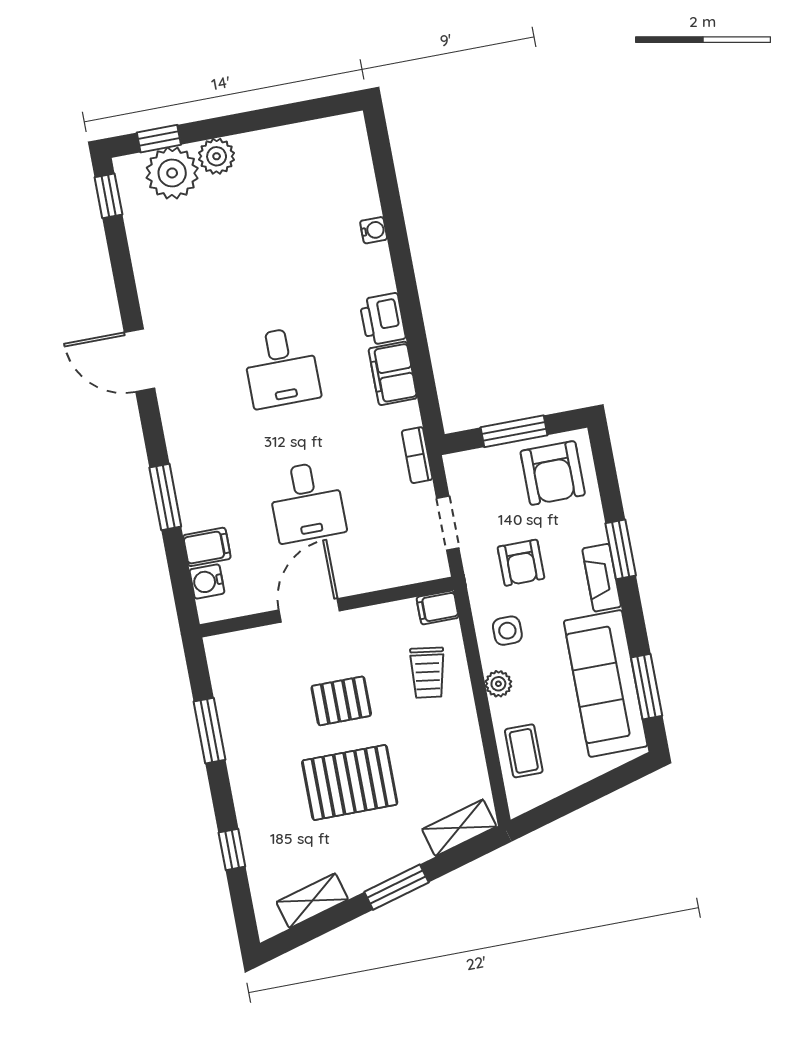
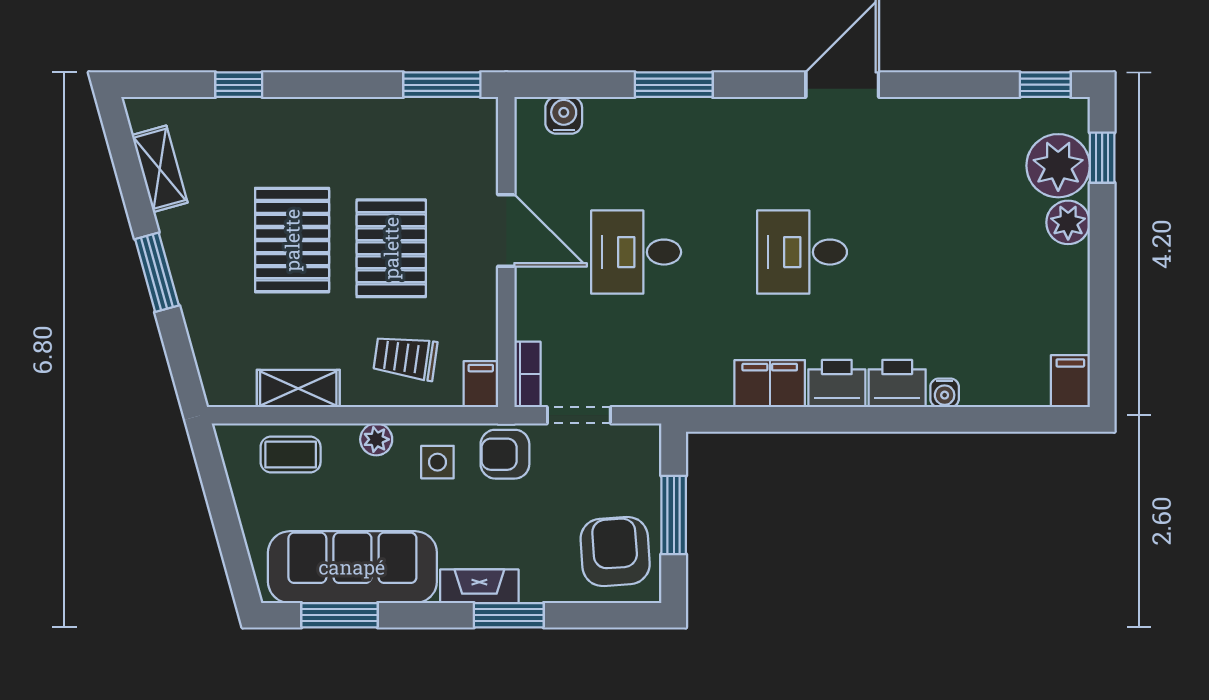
printer: (373, 270) -> (897, 384), added
bookcase: (417, 455) -> (527, 374), moved, turned 90
armchair: (553, 473) -> (615, 552), turned 86
filing cabinet: (207, 547) -> (1070, 381), moved, turned 180
armchair: (521, 563) -> (505, 454), moved
pallet: (341, 701) -> (391, 248), width x1.50, depth x1.42
window: (209, 731) -> (442, 85), moved
shelving: (459, 828) -> (298, 388), moved, turned -75

